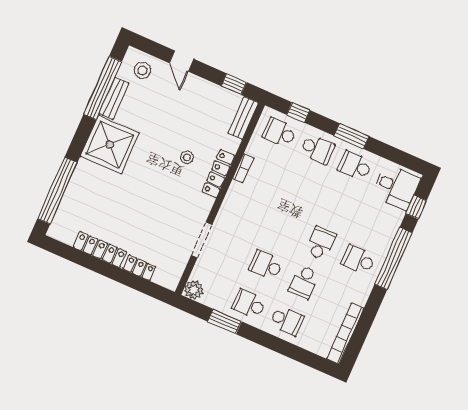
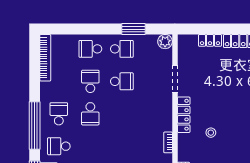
locker: (218, 174) -> (184, 115), moved
school desk: (375, 221) -> (59, 146), added
school desk: (358, 260) -> (59, 114), turned -90

